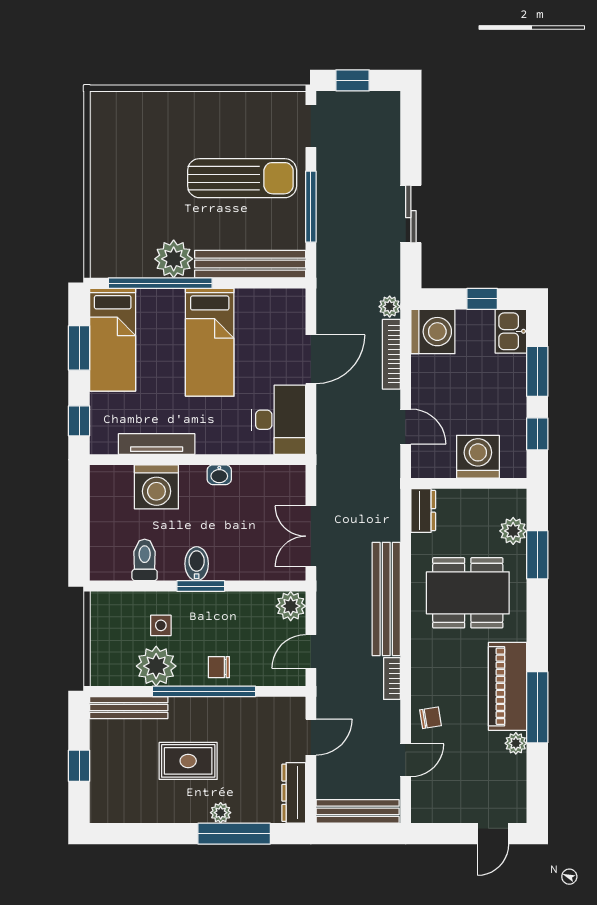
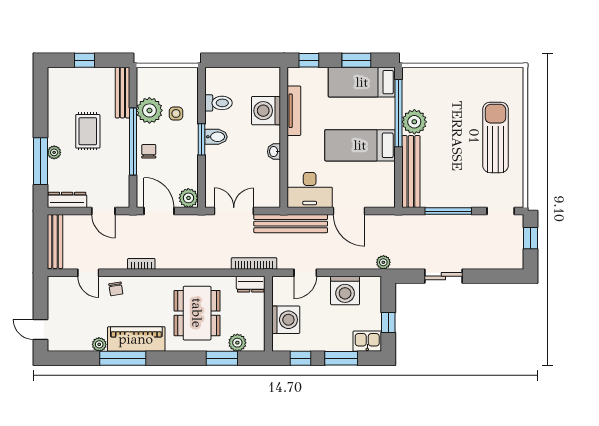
sun lounger: (242, 178) -> (495, 137), moved, turned 180
washing machine: (433, 332) -> (345, 290), moved
bookcase: (391, 354) -> (254, 263), moved
bench: (386, 599) -> (291, 224), moved
door: (311, 651) -> (159, 211), width x1.37

